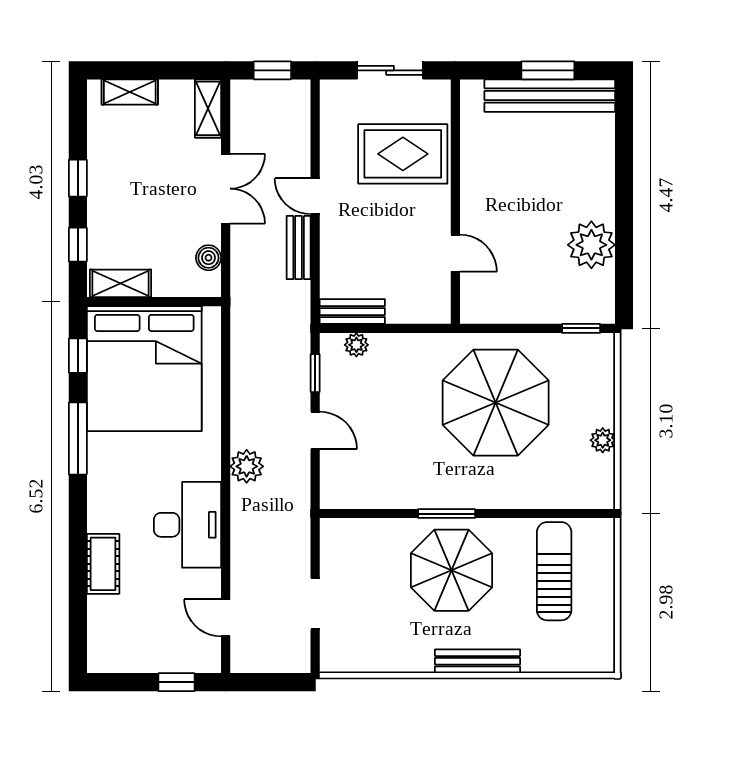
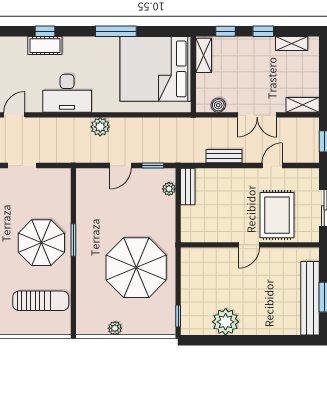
shelving: (130, 92) -> (292, 43), moved, turned 90
door: (315, 196) -> (272, 166), moved
door: (455, 253) -> (249, 245), moved
window: (78, 356) -> (45, 31), moved

